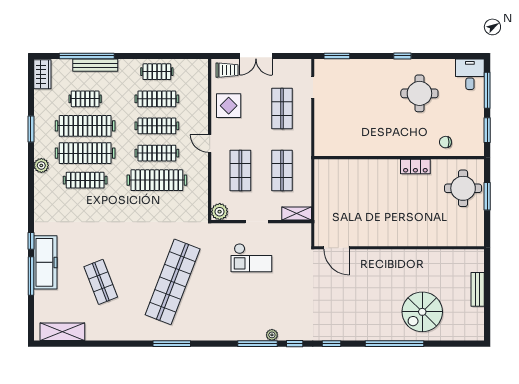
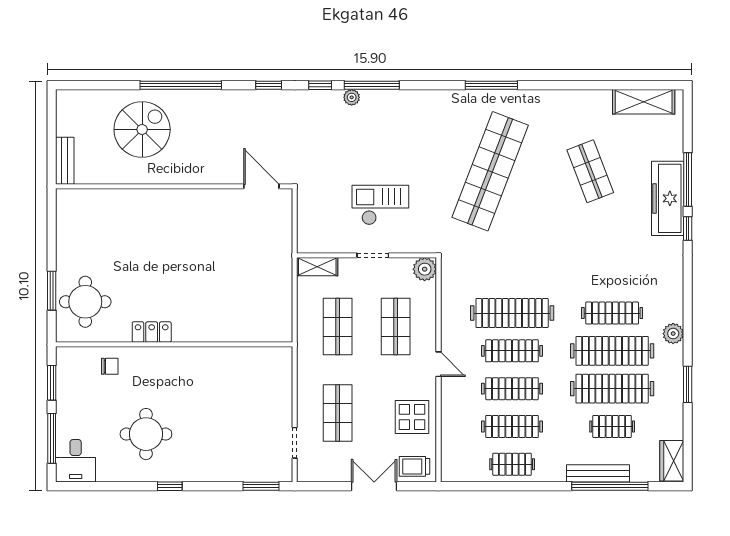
door: (337, 248) -> (261, 186), moved
wall: (399, 248) -> (174, 186), moved

